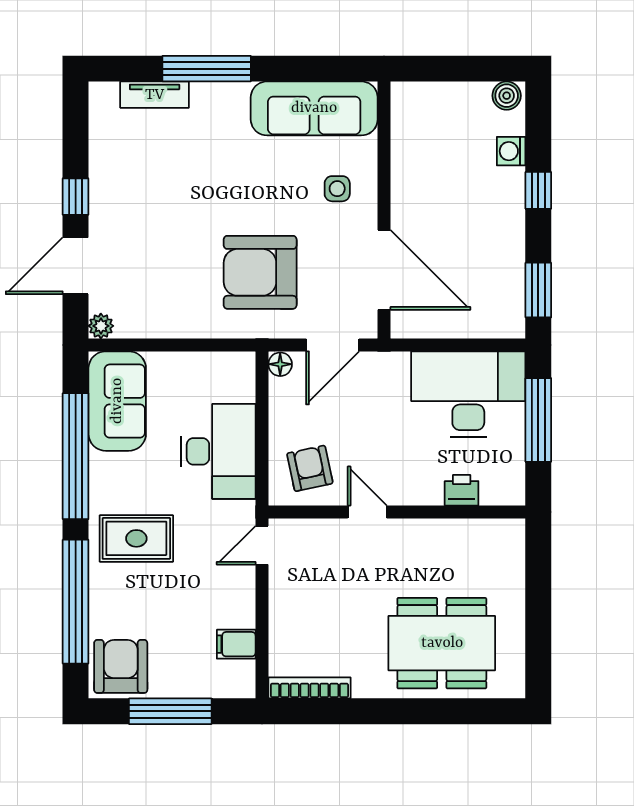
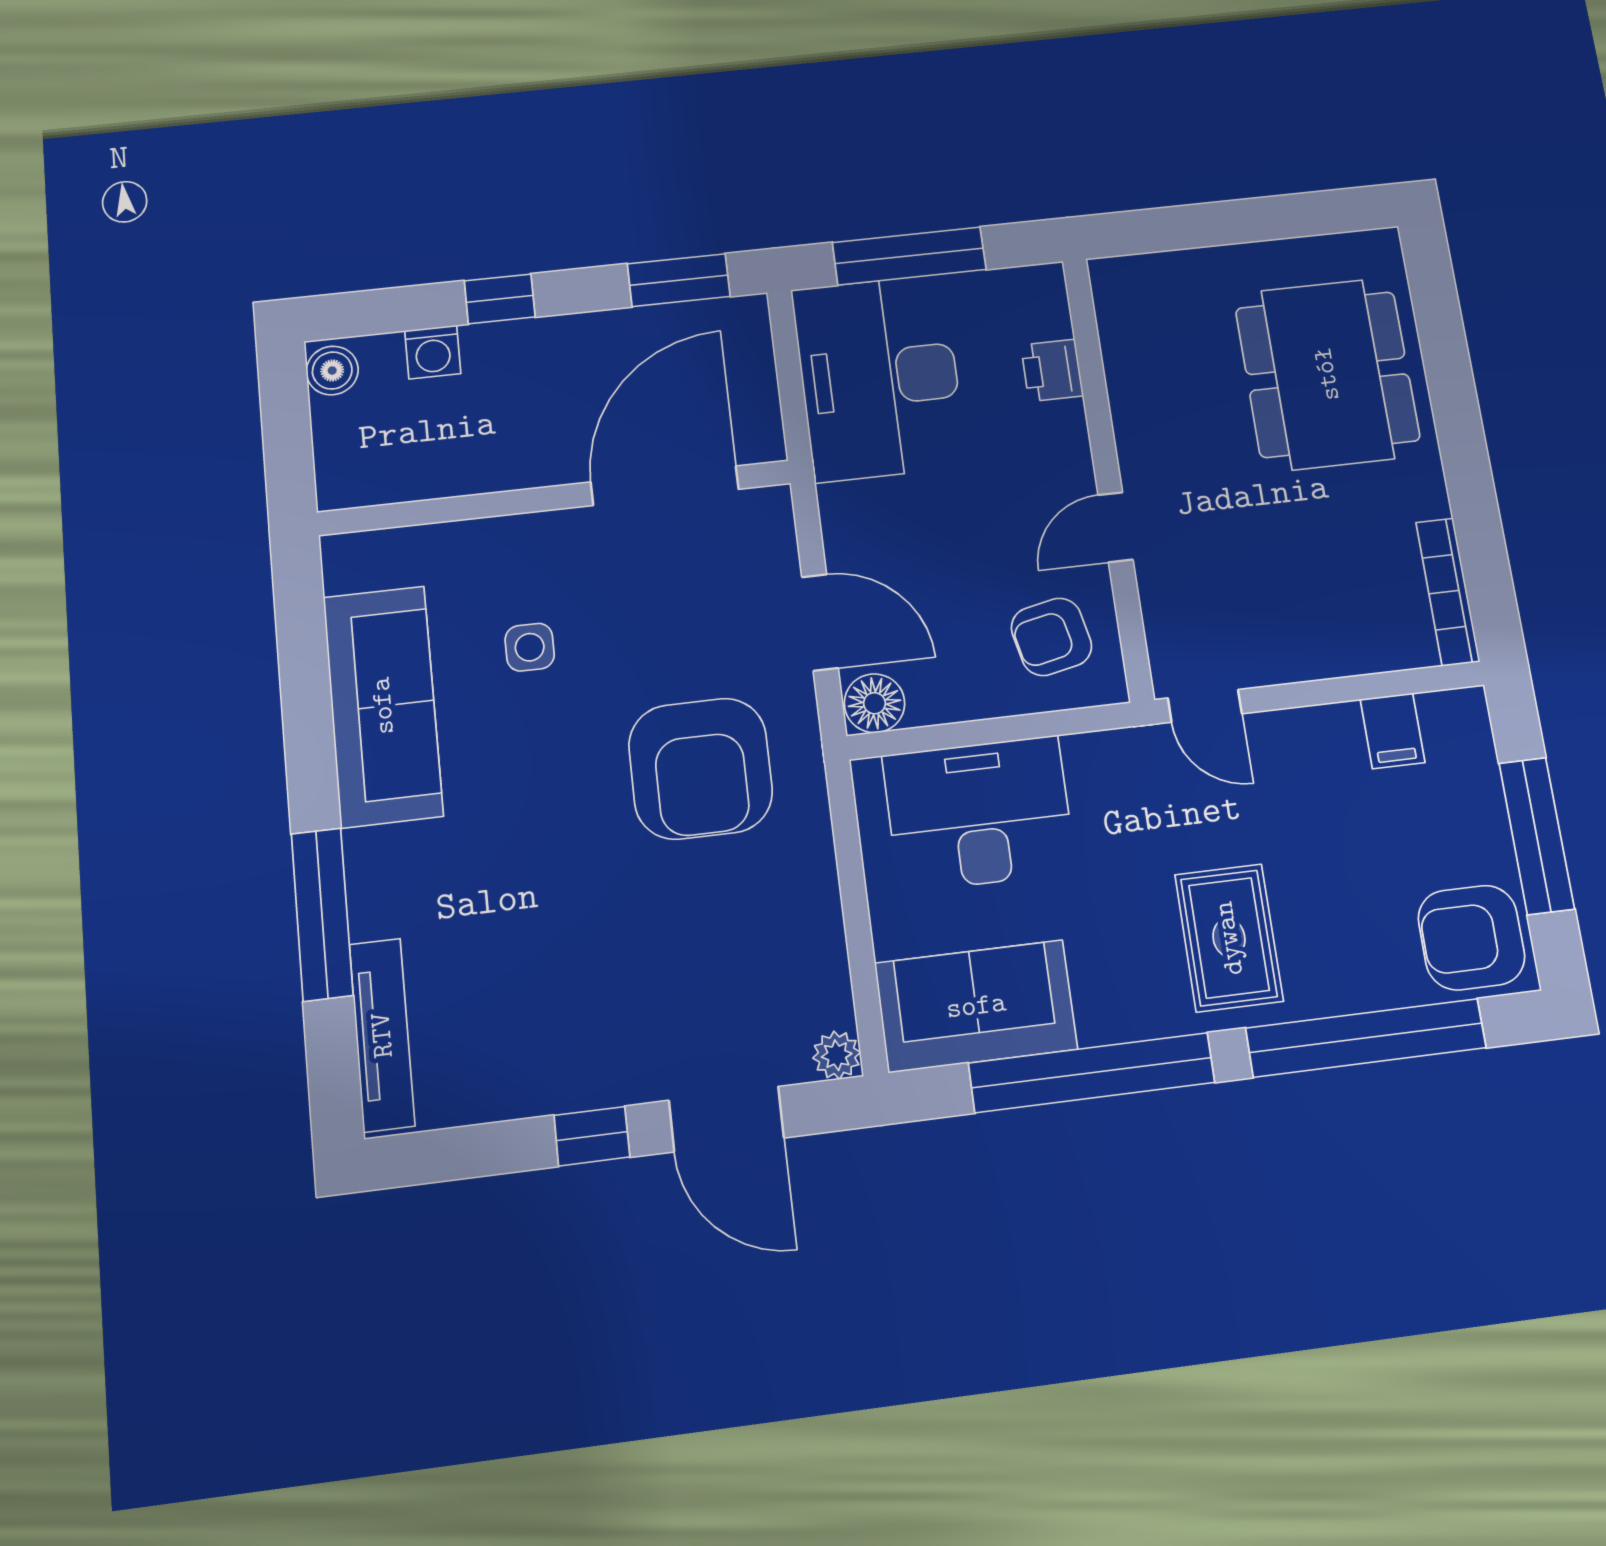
tv unit: (155, 95) -> (382, 1035), width x1.41
wall: (384, 210) -> (555, 498), moved
door: (384, 270) -> (665, 486), moved
floor lamp: (280, 364) -> (874, 703), width x1.37, depth x1.37
desk: (218, 451) -> (979, 814), moved

